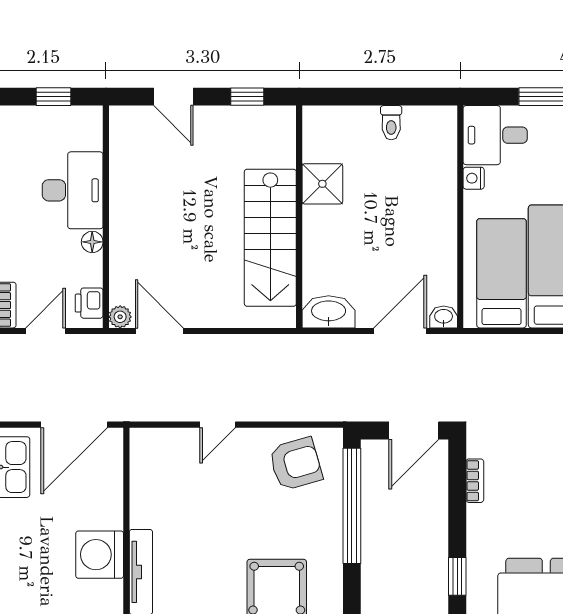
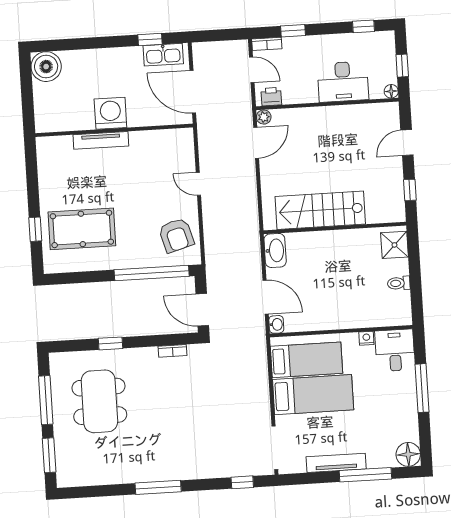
shower: (322, 184) -> (394, 245), moved
floor lamp: (92, 242) -> (391, 91), moved

